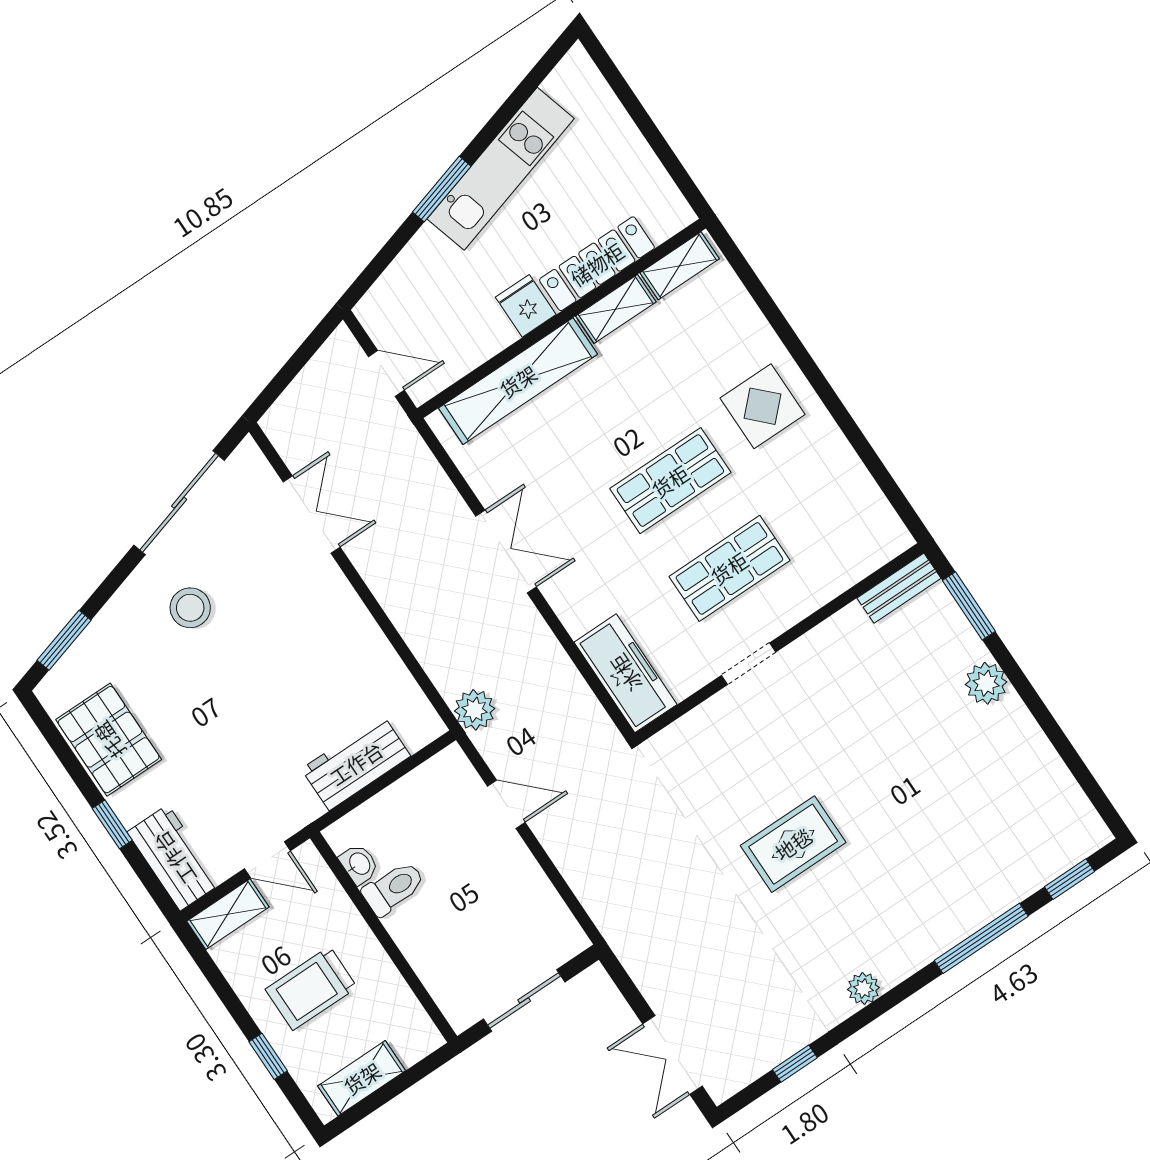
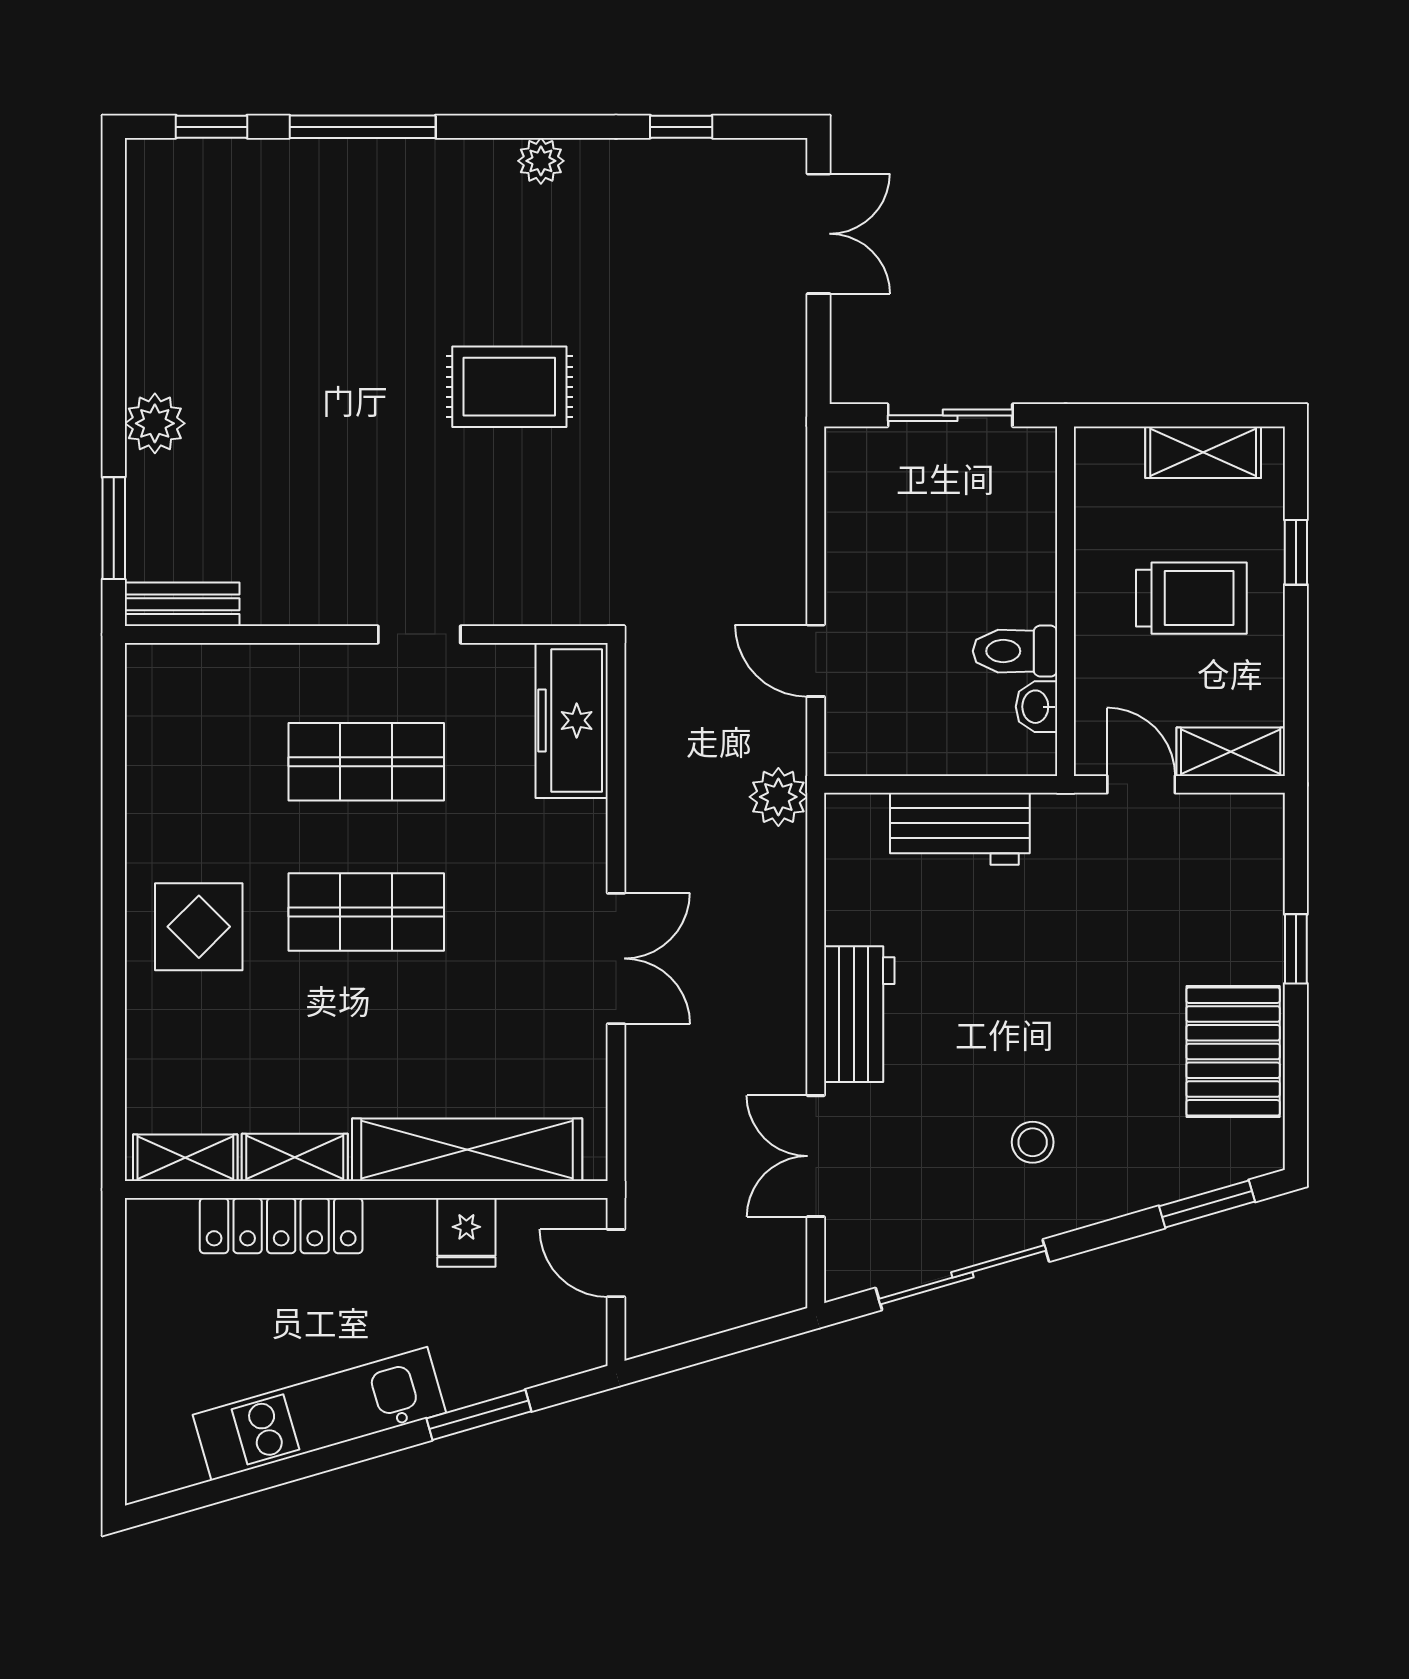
window: (442, 189) -> (479, 1415), moved
fridge: (526, 306) -> (466, 1232), moved
double door: (506, 552) -> (616, 958), swing flipped
stool: (190, 608) -> (1033, 1142), width x0.73, depth x0.73
workbench: (174, 858) -> (859, 1014), moved, turned 180

